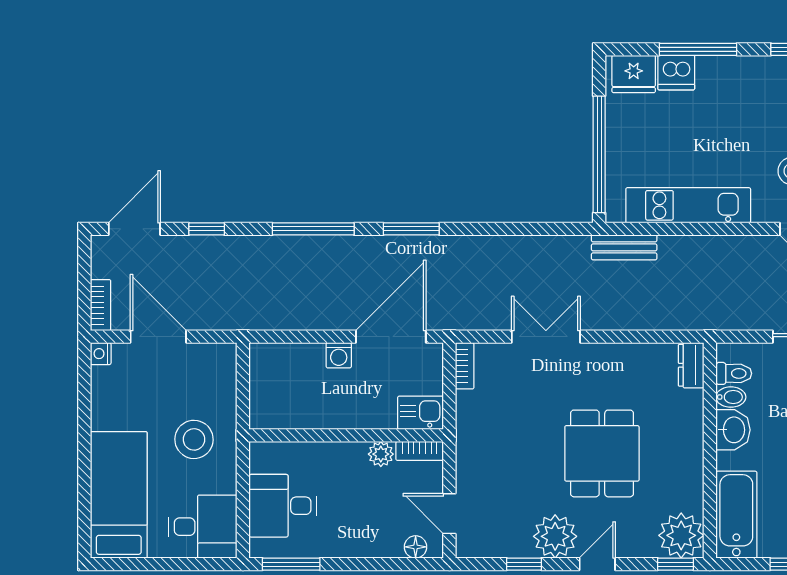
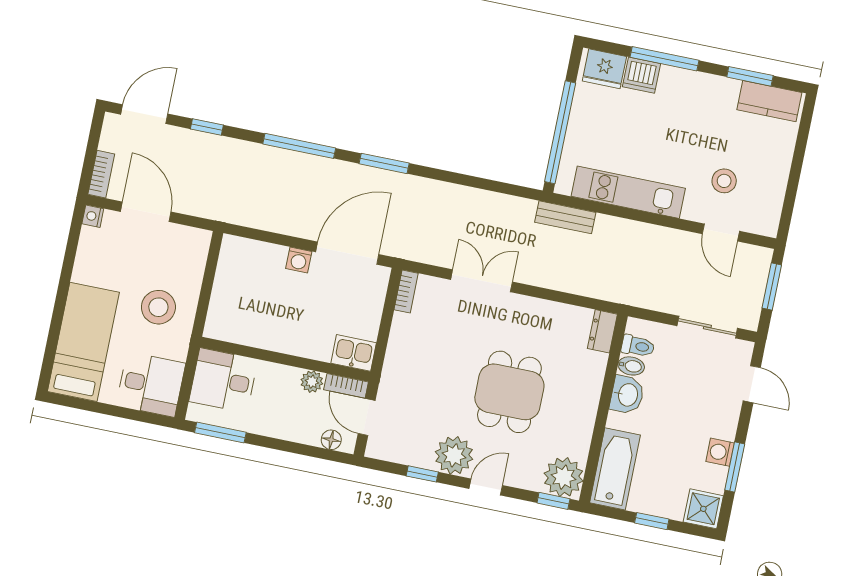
kitchen sink: (421, 413) -> (354, 353), moved
wall: (346, 435) -> (285, 359), moved
bookcase: (420, 451) -> (346, 386), moved
plant: (381, 454) -> (312, 382), moved

